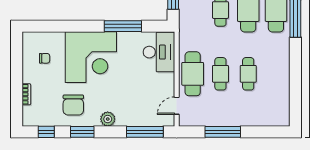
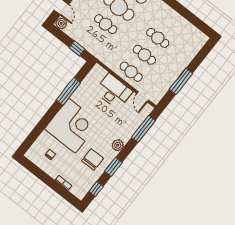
desk: (159, 52) -> (114, 91), moved
cafe table: (193, 74) -> (131, 72), width x0.73, depth x0.74
chair: (73, 105) -> (93, 159), turned -90

